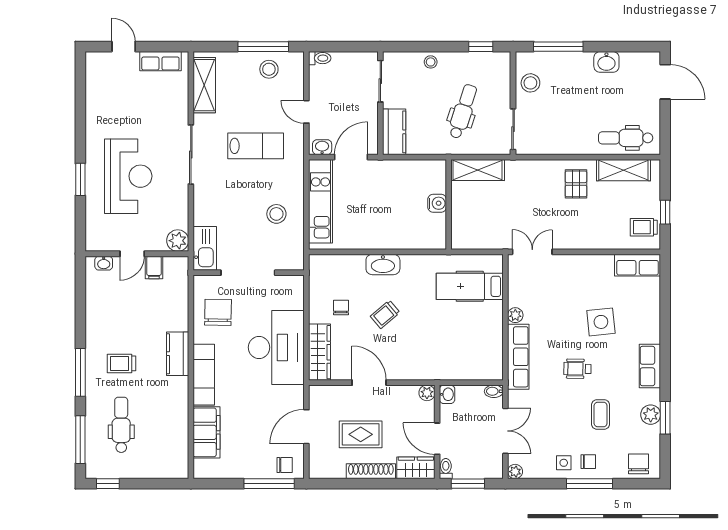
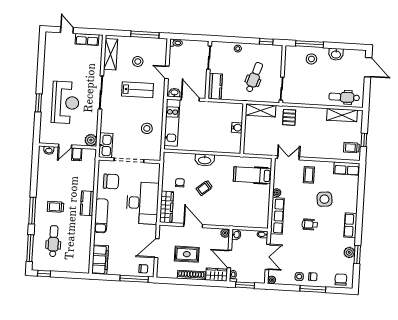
stool: (269, 69) -> (138, 61), moved
stool: (530, 83) -> (311, 59), moved
door: (351, 157) -> (190, 99), hinge flipped
pallet: (576, 184) -> (289, 117), moved
chair: (218, 312) -> (111, 181), turned 89
coffee table: (601, 414) -> (309, 175), moved
filing cabinet: (206, 432) -> (100, 260), moved

